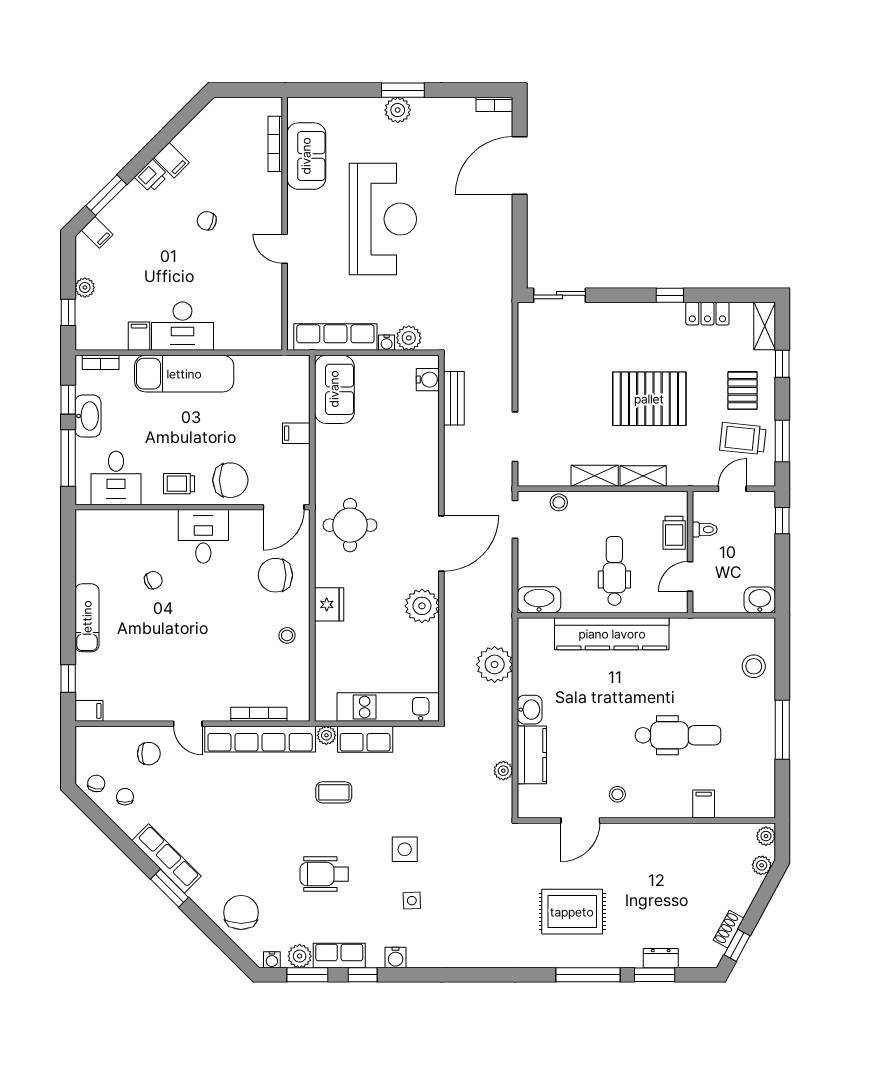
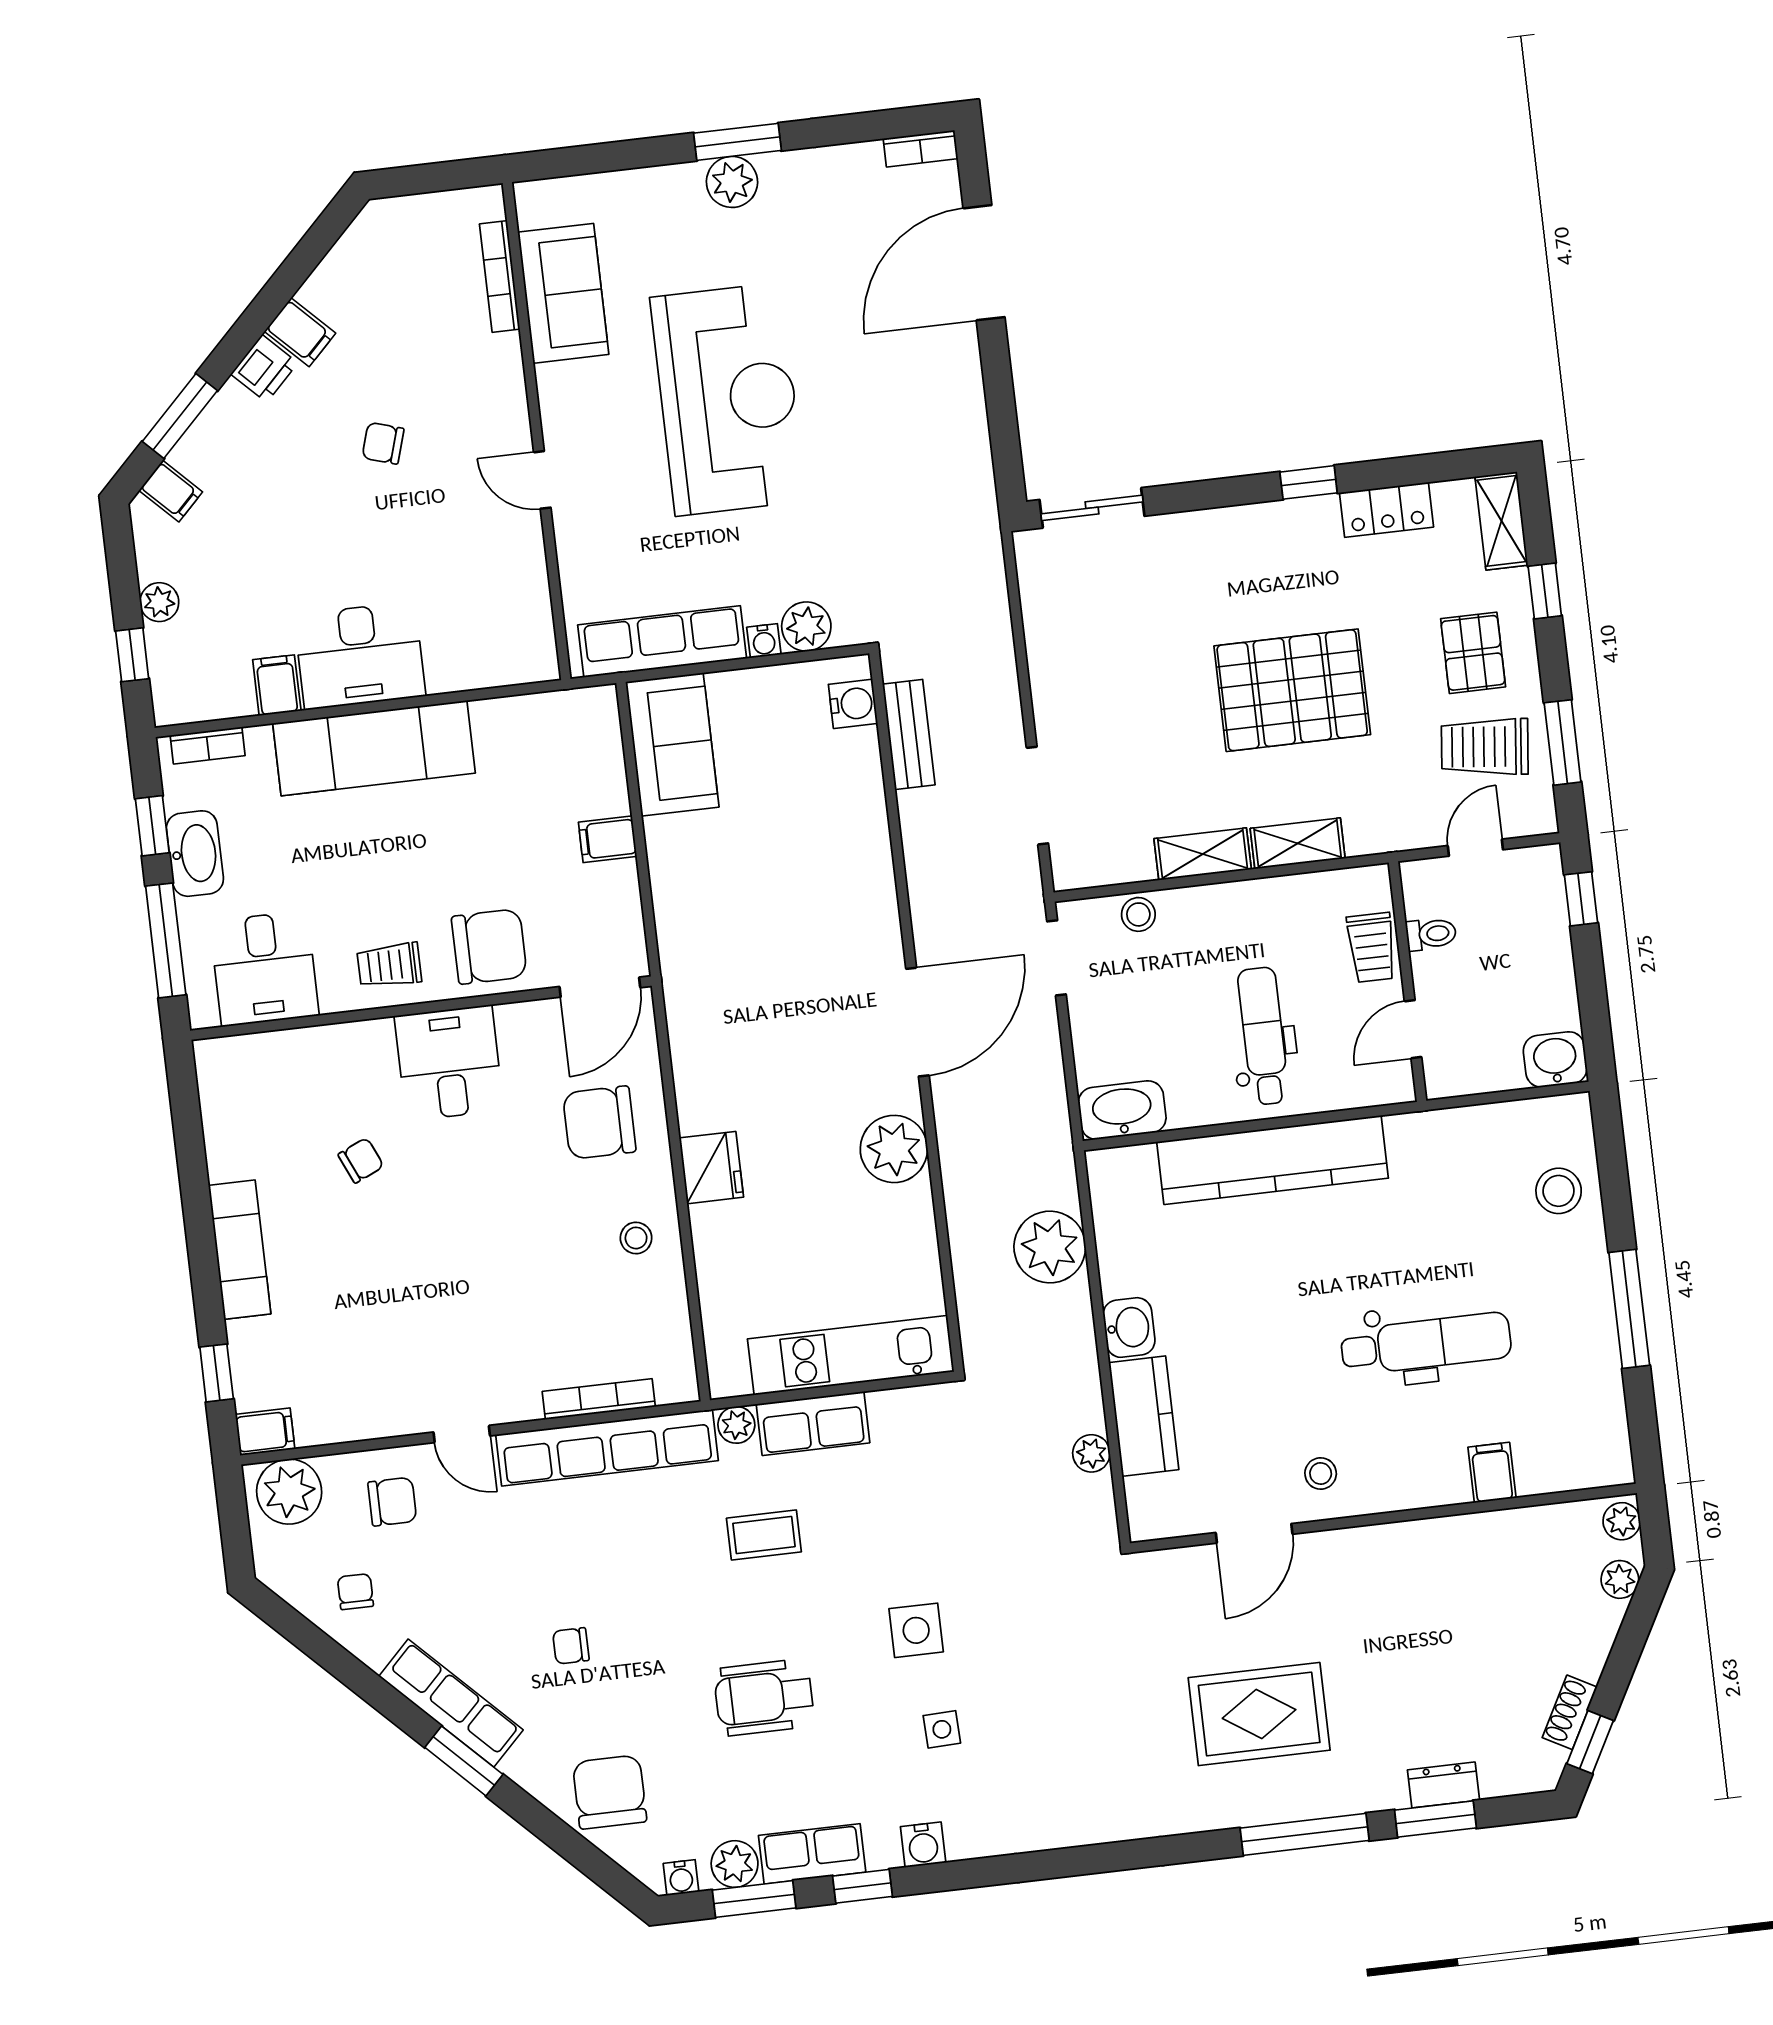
round table: (350, 525) -> (734, 1007), removed
plant: (98, 742) -> (289, 1492), added
chair: (96, 783) -> (571, 1646), moved, turned -102

